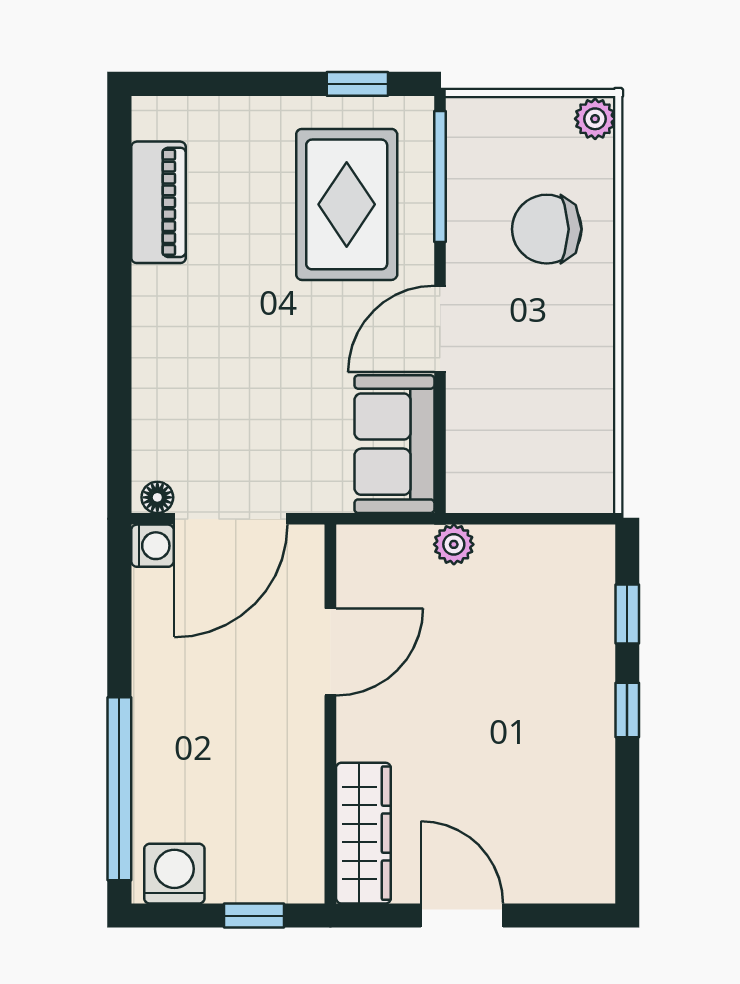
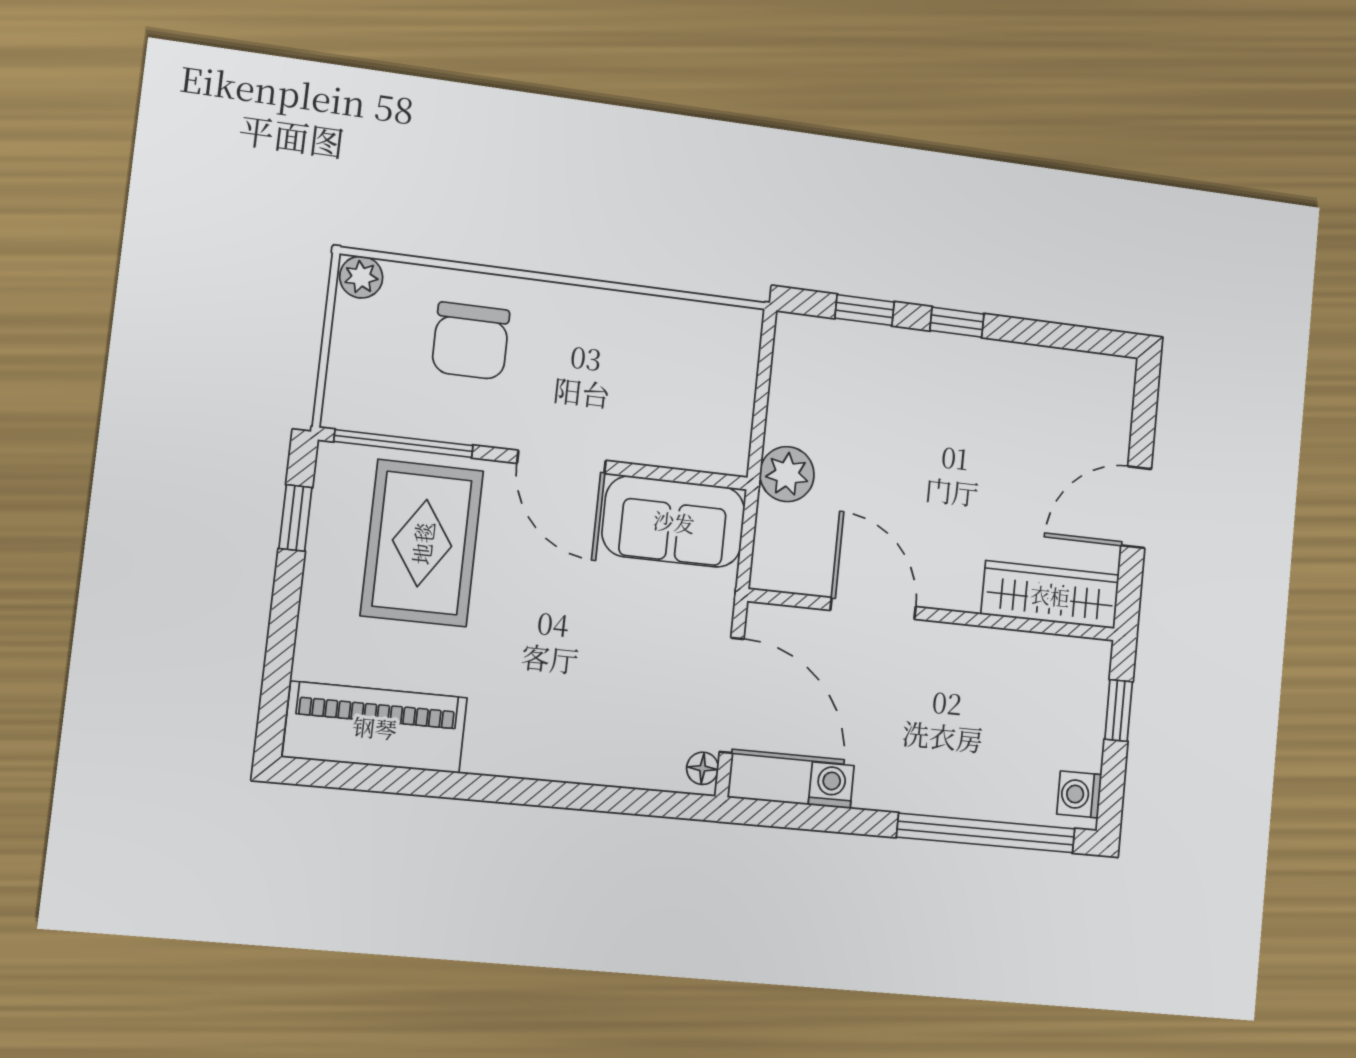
piano: (159, 202) -> (375, 727), width x1.37, depth x1.33
rug: (347, 204) -> (422, 543), turned 90
plant: (454, 544) -> (787, 474), width x1.38, depth x1.38
washing machine: (152, 546) -> (831, 785), moved
washing machine: (174, 874) -> (1079, 794), width x0.73, depth x0.73

